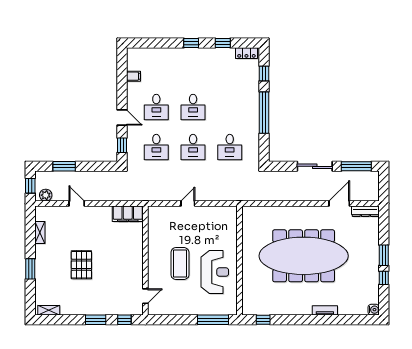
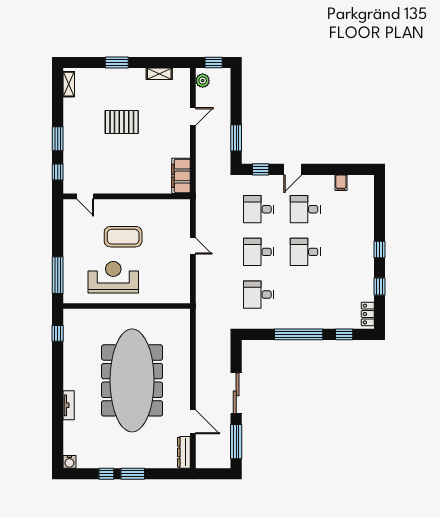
window: (64, 166) -> (236, 138), moved
reception desk: (215, 272) -> (113, 277), turned 180

